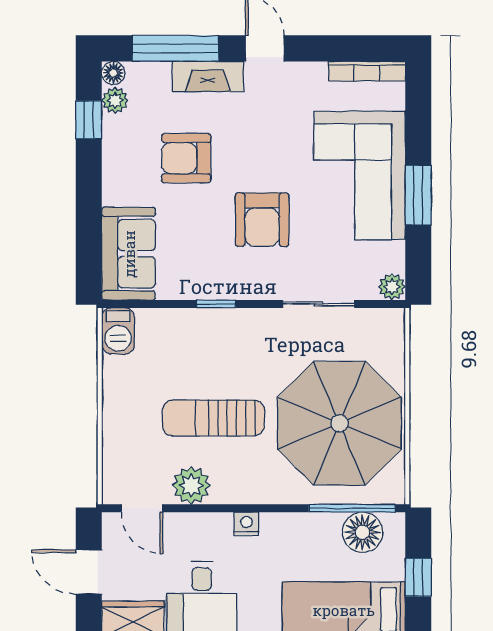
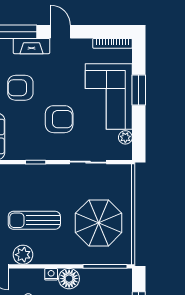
window: (418, 195) -> (139, 90), moved
armchair: (262, 220) -> (59, 119), turned -90
plant: (392, 287) -> (125, 137), moved
parasol: (339, 423) -> (99, 223), width x0.73, depth x0.73
floor lamp: (363, 532) -> (69, 279), moved

